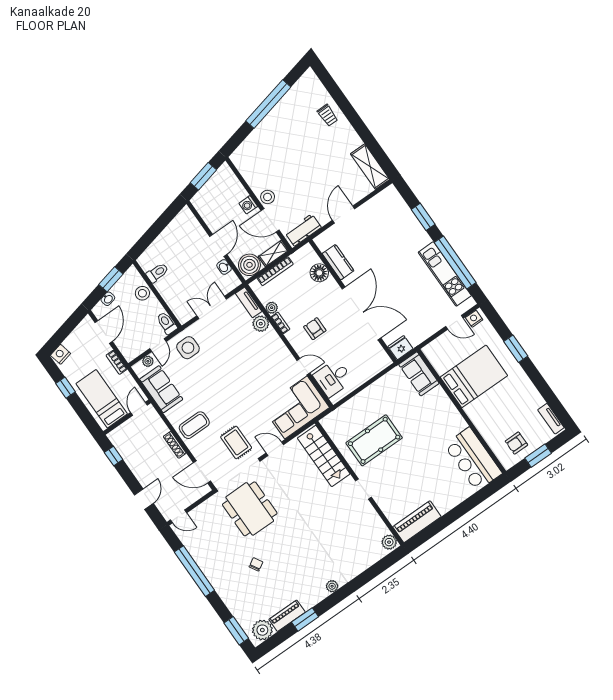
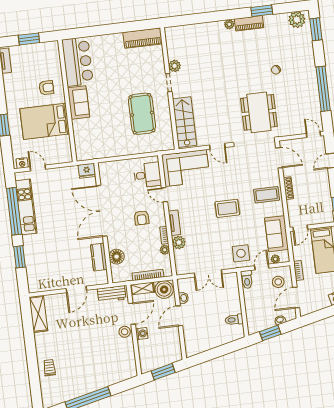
door: (270, 220) -> (132, 314), hinge flipped
stool: (142, 293) -> (278, 282), moved
tv unit: (249, 302) -> (175, 223), moved
sofa: (419, 374) -> (79, 103), moved
pool table: (374, 440) -> (142, 114), turned 90
rug: (236, 442) -> (227, 208), moved, turned 90
armchair: (516, 443) -> (46, 88), moved
plant: (389, 542) -> (175, 66), moved
piano: (287, 616) -> (249, 23), moved

